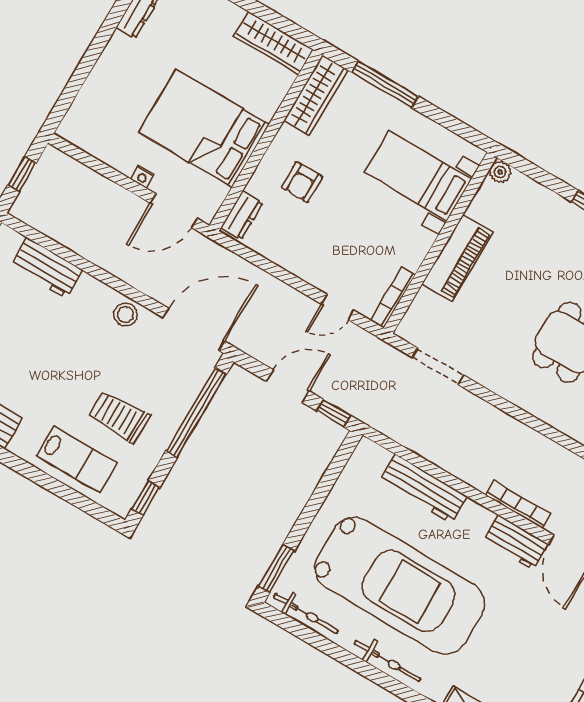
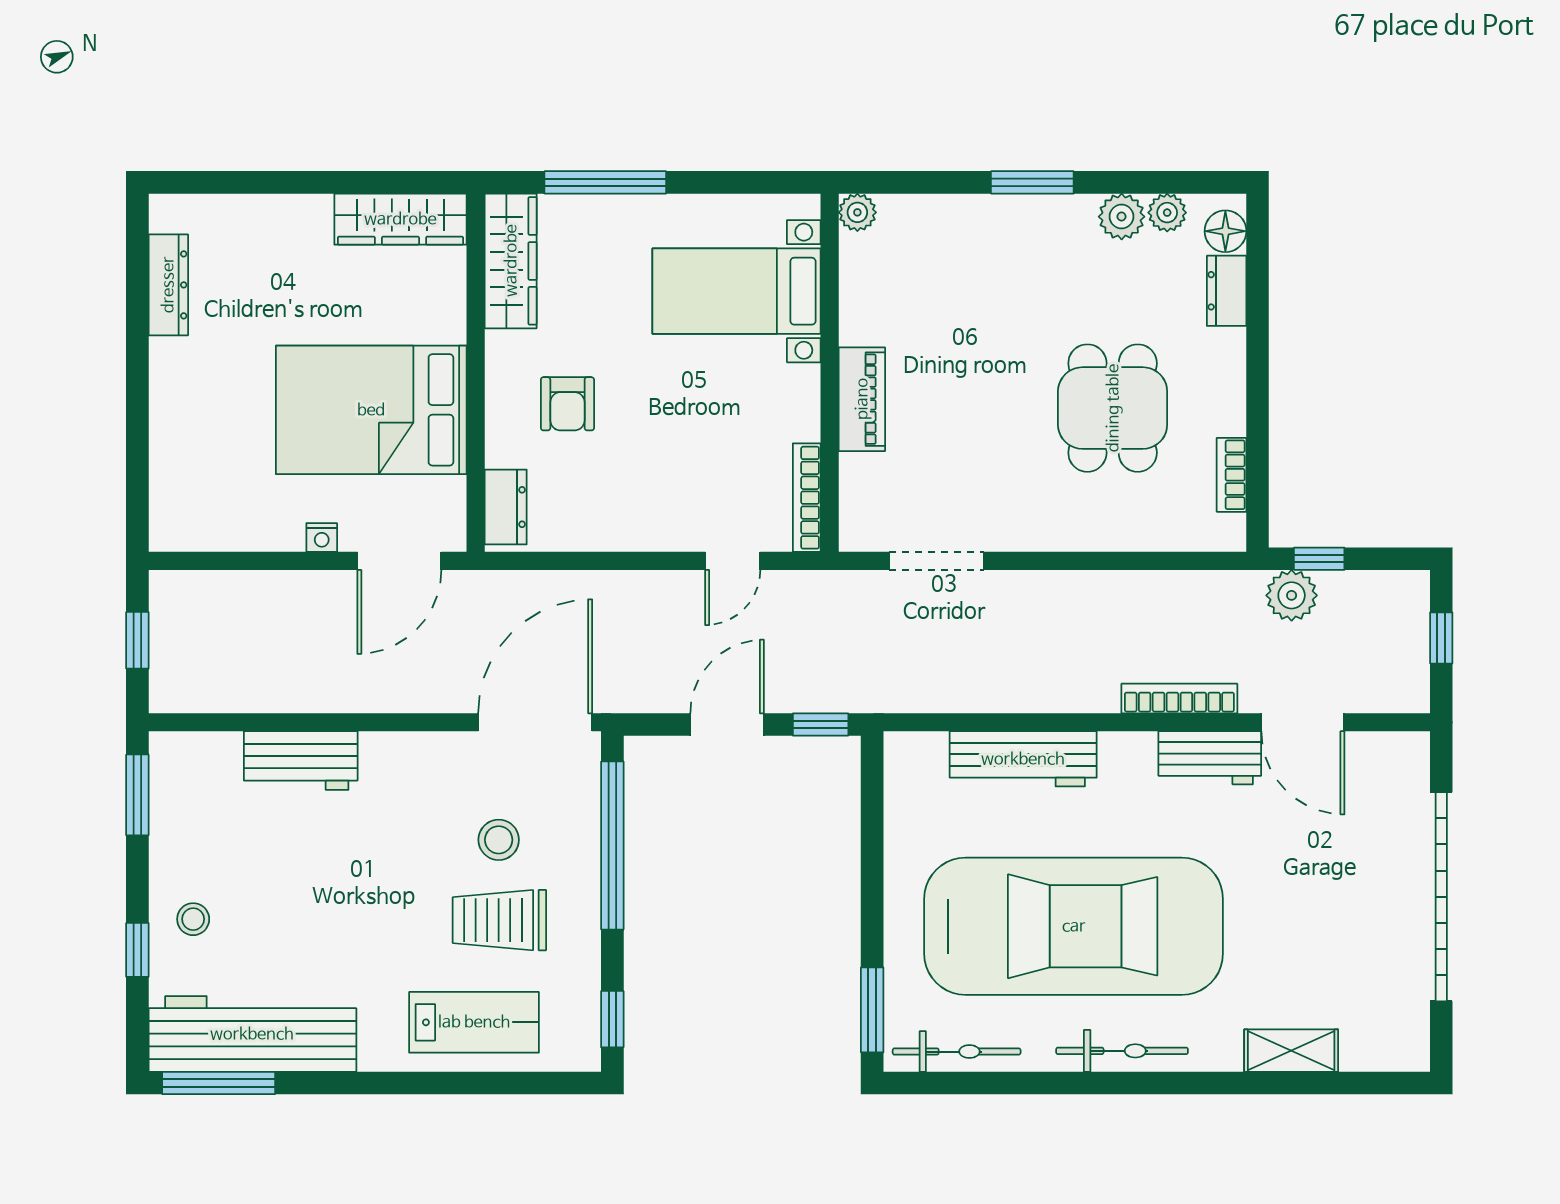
piano: (457, 258) -> (862, 399), width x0.73, depth x0.75
workbench: (46, 268) -> (301, 761), moved
stool: (125, 315) -> (499, 840), moved

